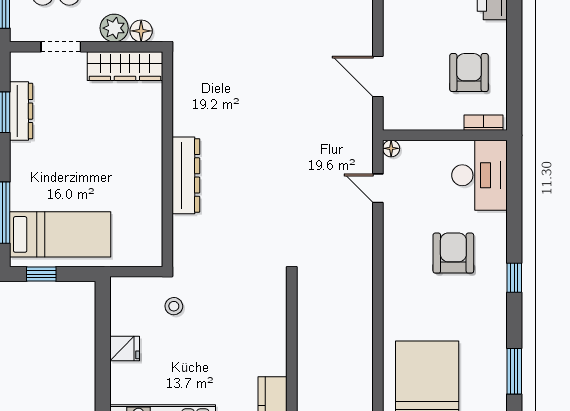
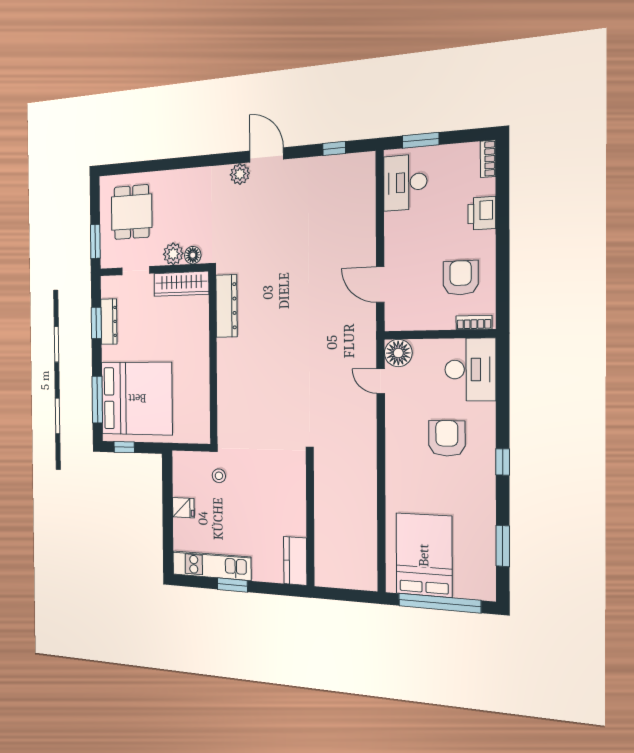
floor lamp: (391, 148) -> (398, 353), width x1.89, depth x1.89
dresser: (186, 175) -> (226, 306), moved
bed: (60, 234) -> (137, 398), width x2.04

